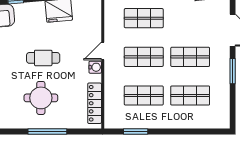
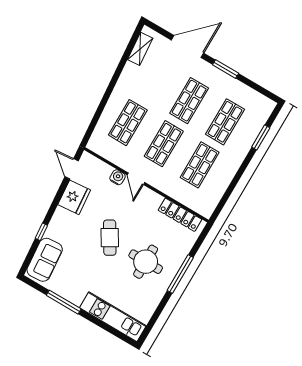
cafe table: (43, 58) -> (110, 238), turned -31
water cooler: (95, 67) -> (118, 177), moved
window: (136, 132) -> (261, 138), moved

